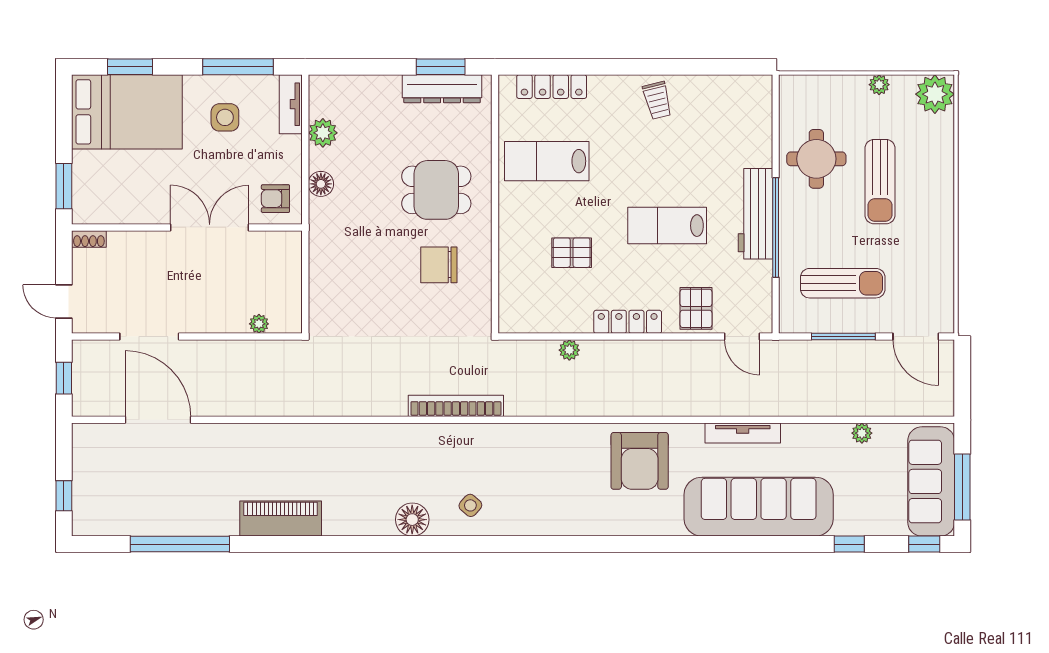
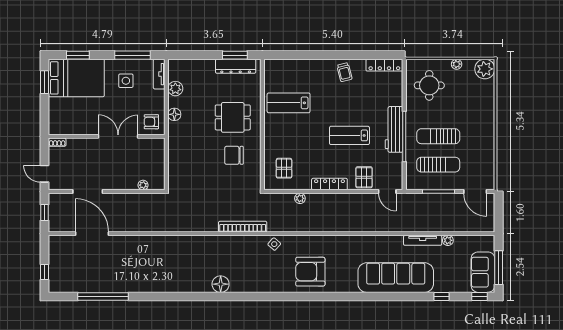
locker: (552, 87) -> (384, 65), moved
round table: (816, 159) -> (429, 85), moved
sun lounger: (880, 182) -> (438, 136), moved, turned 90
window: (64, 186) -> (44, 82), moved
pallet: (572, 253) -> (284, 168), moved, turned 90
tv unit: (743, 433) -> (423, 240), moved
armchair: (640, 461) -> (310, 272), moved, turned 90
sofa: (931, 481) -> (483, 272), width x0.73
side table: (470, 505) -> (274, 244), moved
piano: (281, 519) -> (154, 284), removed

